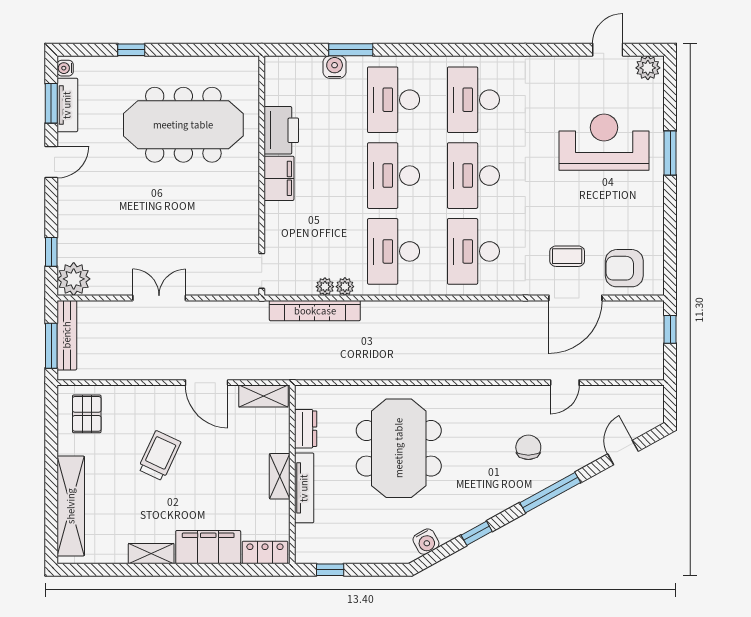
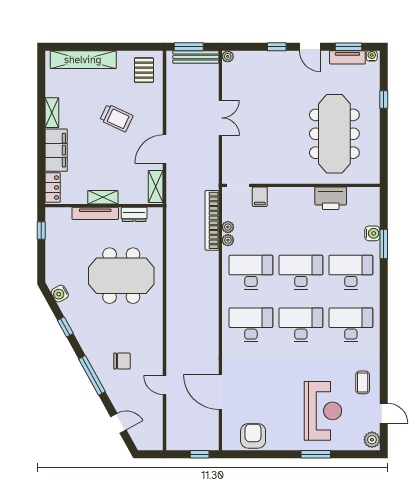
filing cabinet: (279, 178) -> (260, 197), moved, width x0.50
window: (51, 252) -> (277, 47), moved
coffee table: (567, 256) -> (363, 382), moved
armchair: (624, 268) -> (253, 436), moved
plant: (74, 279) -> (228, 56), width x0.53, depth x0.53
pallet: (87, 414) -> (144, 70), turned 90

